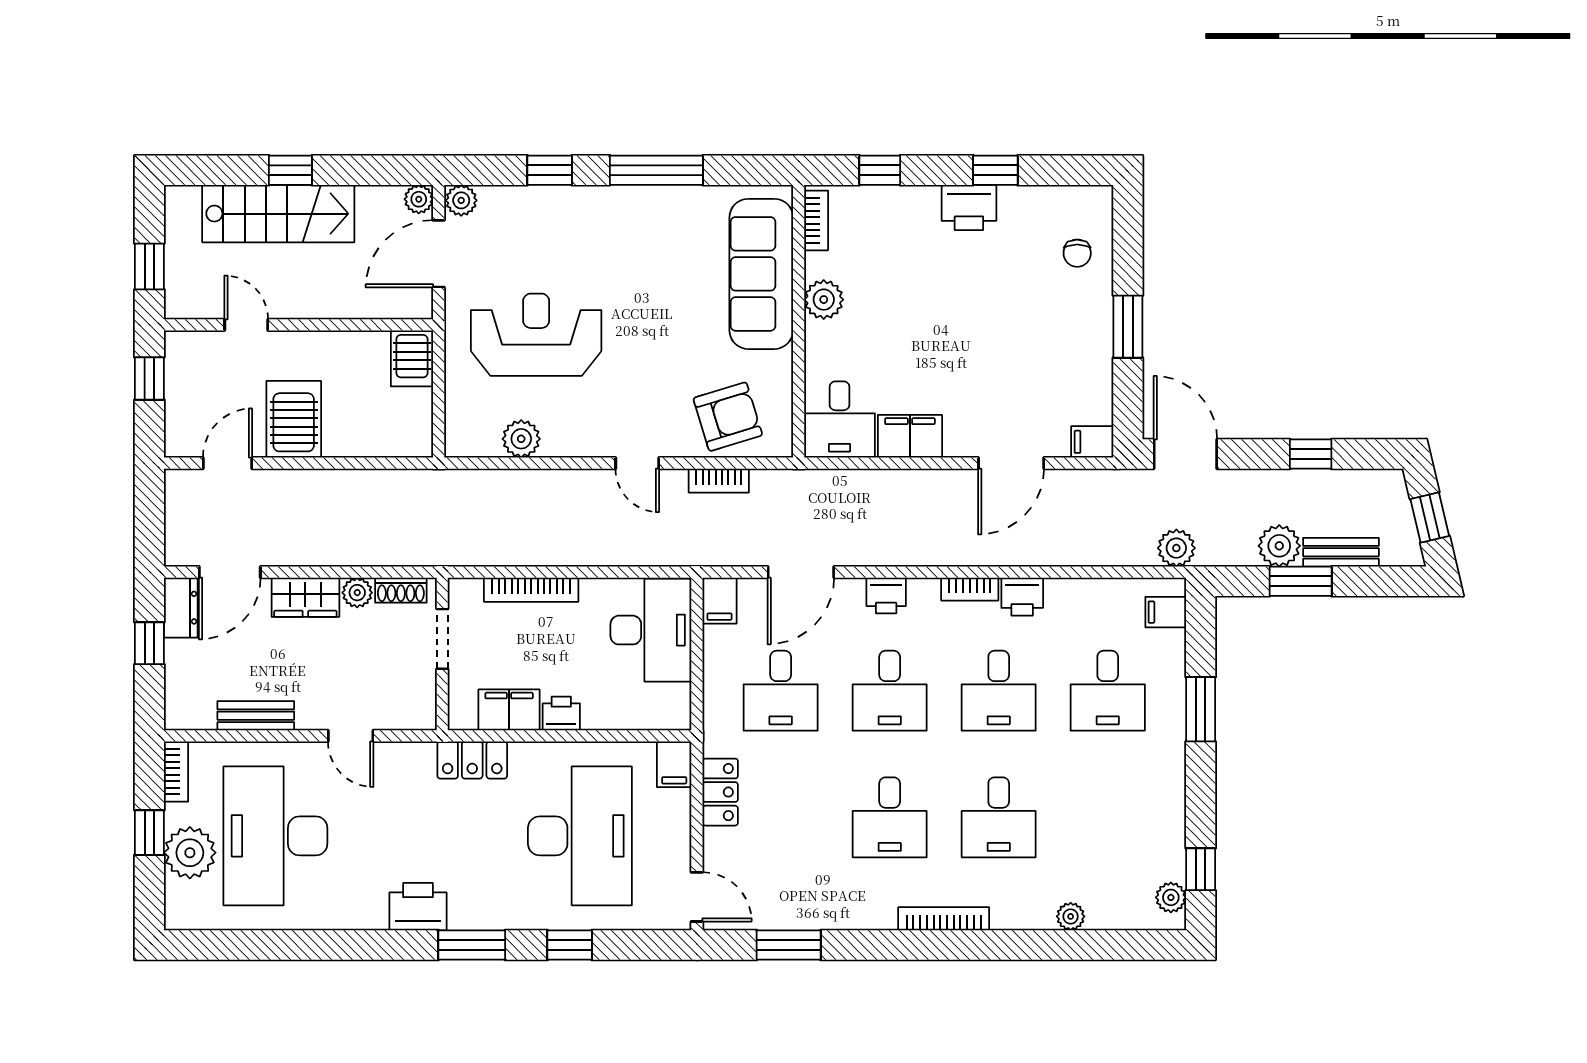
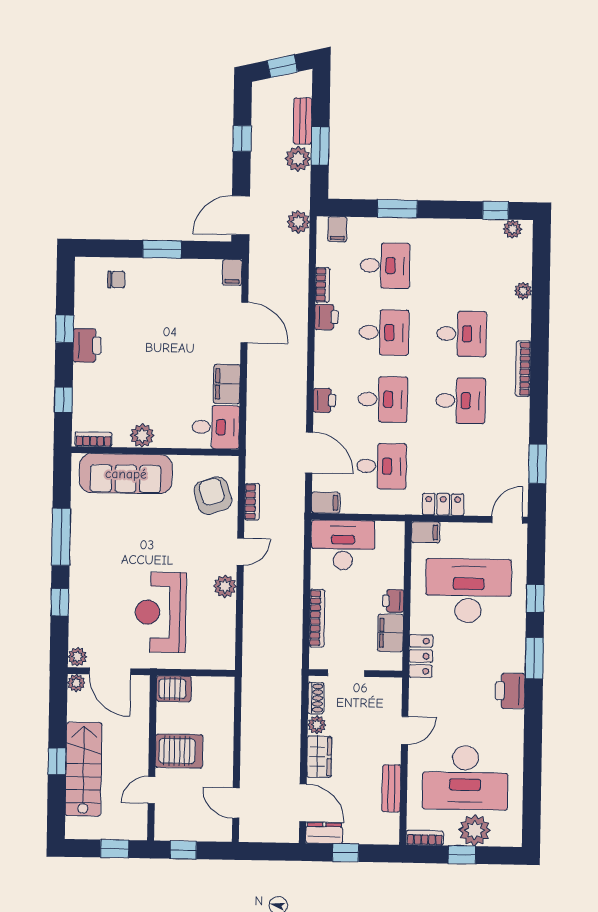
server rack: (294, 419) -> (179, 751), moved, turned 180
plant: (521, 439) -> (225, 586), moved
bookcase: (970, 589) -> (322, 285), moved

